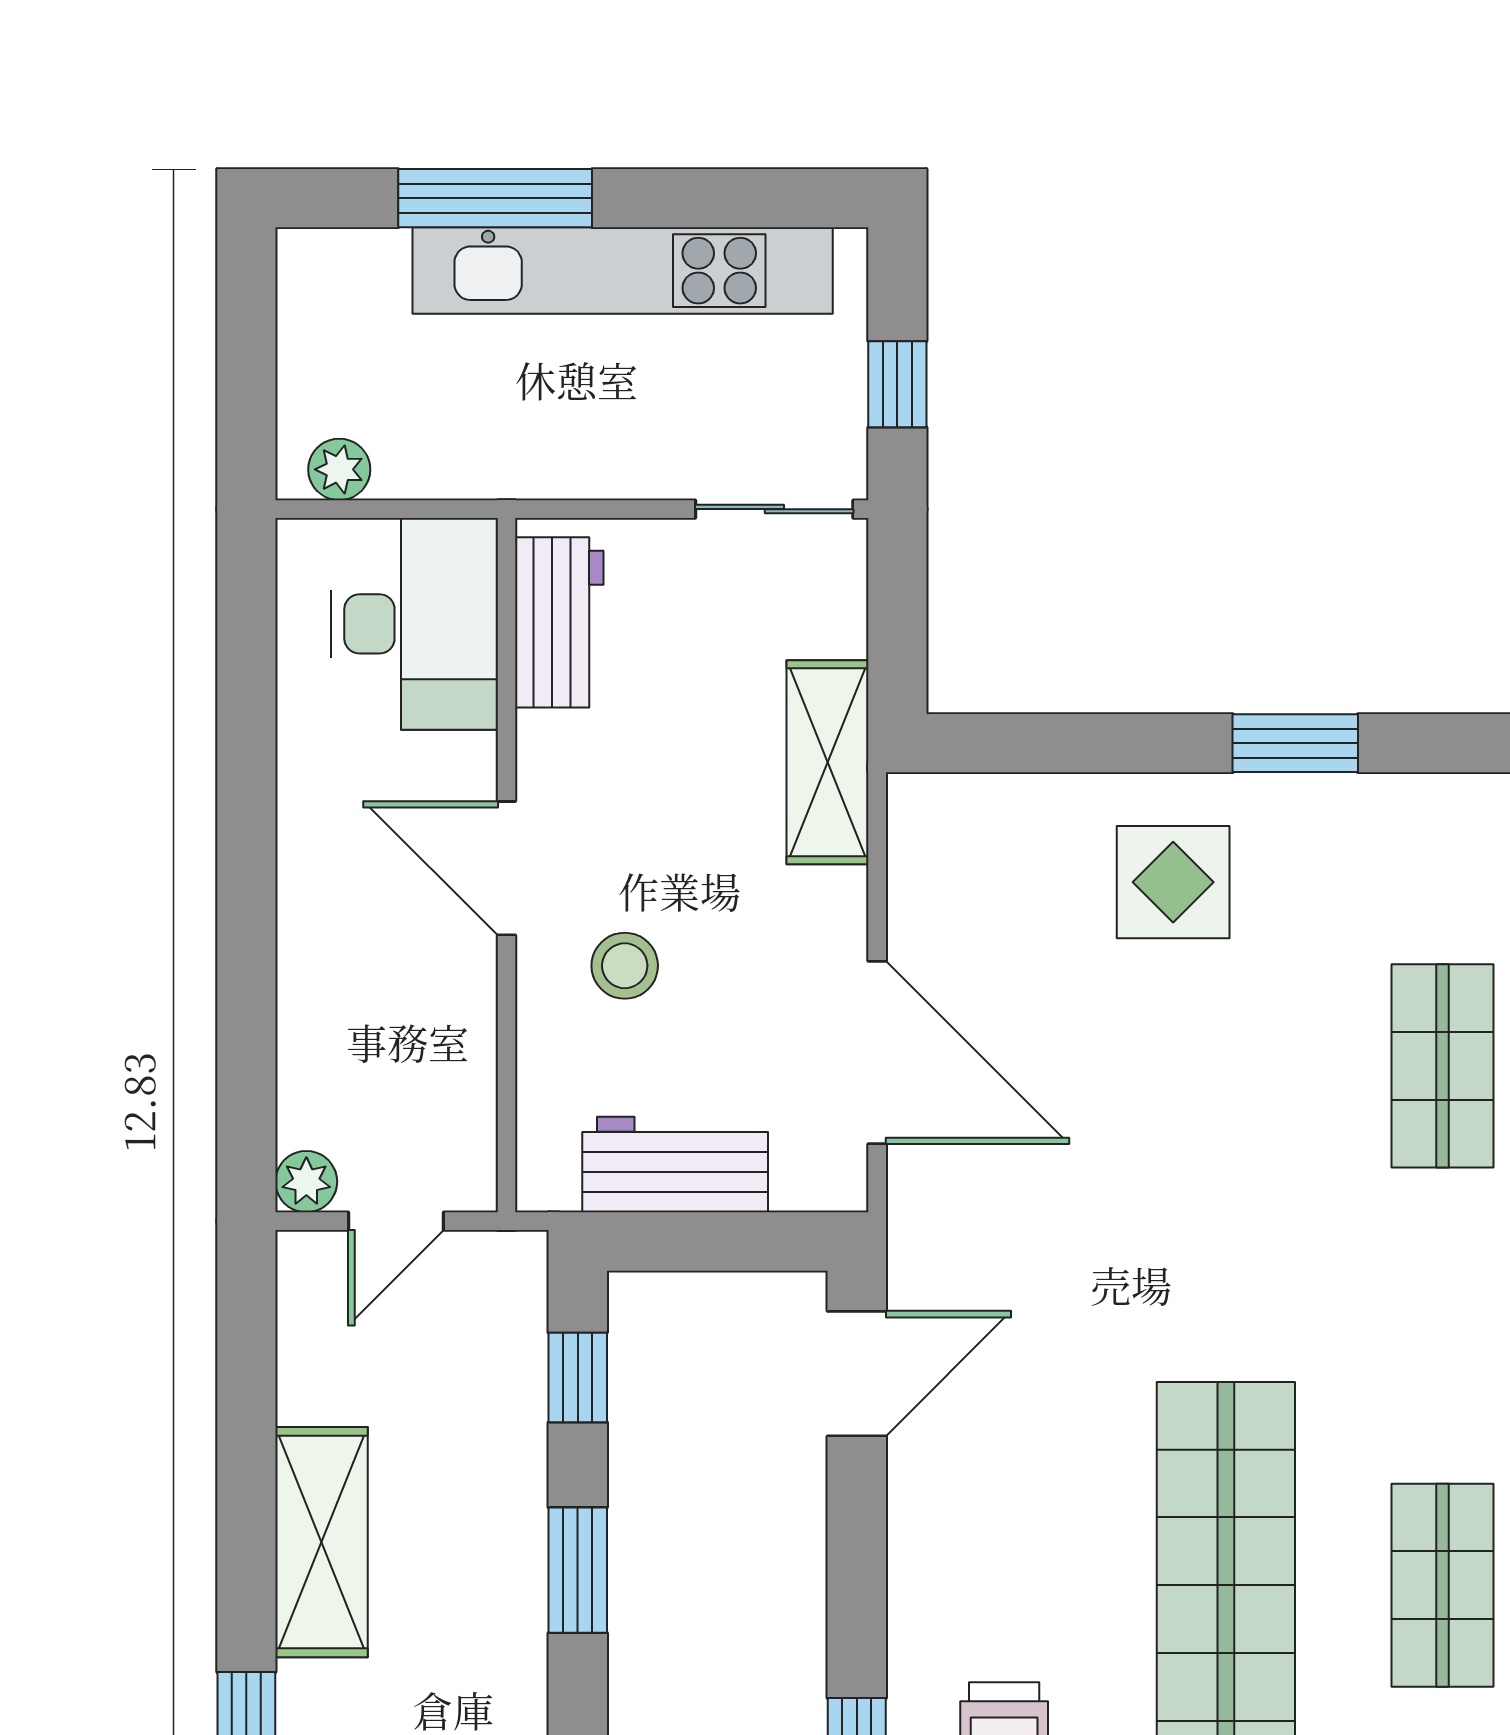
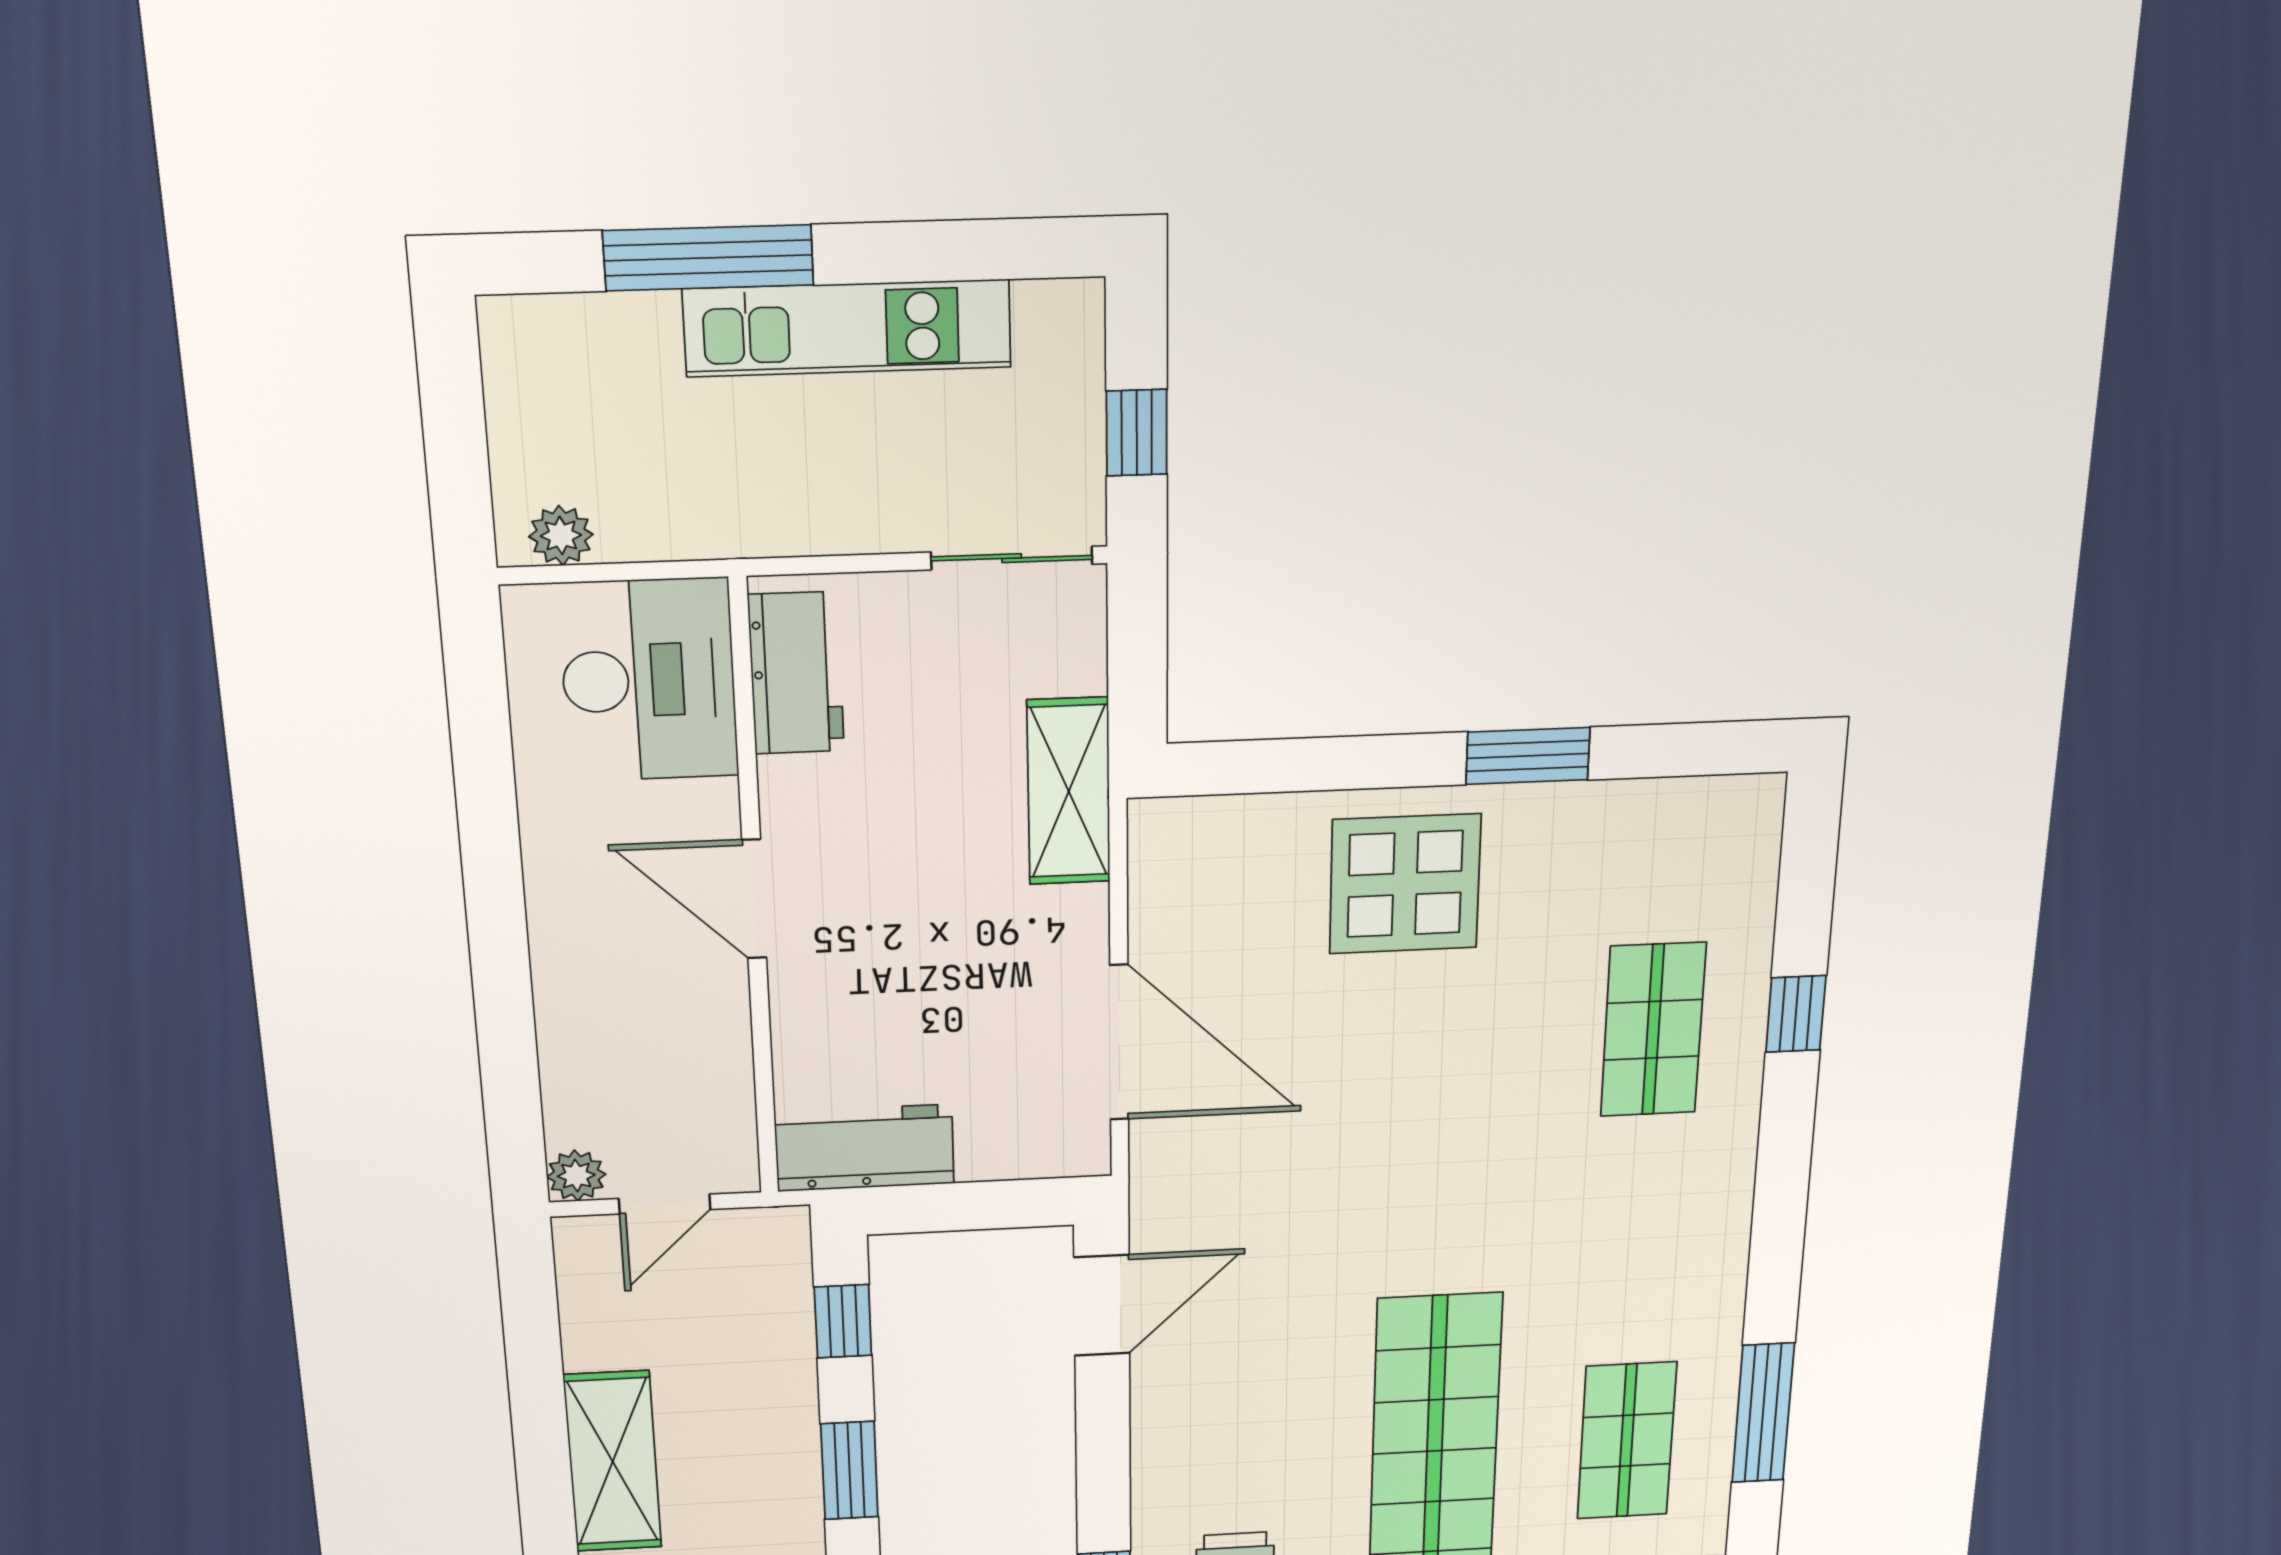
kitchen unit: (623, 271) -> (847, 328), width x0.73
display table: (1173, 882) -> (1405, 884), width x1.36, depth x1.36
stool: (625, 966) -> (874, 979), removed
workbench: (675, 1164) -> (864, 1148), moved

